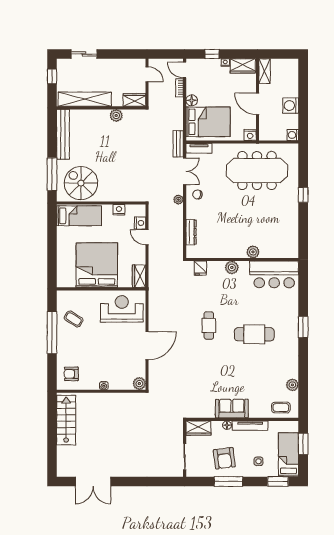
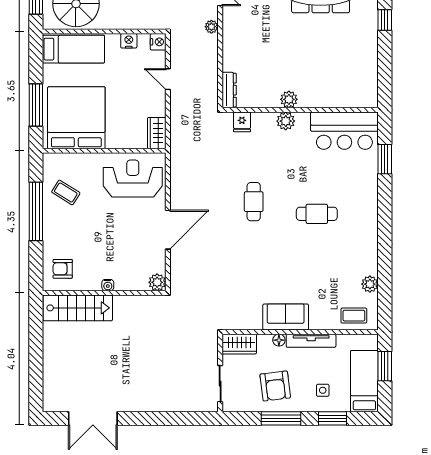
chair: (197, 194) -> (238, 20), removed
nightstand: (140, 223) -> (158, 42), moved
dresser: (191, 232) -> (229, 90), moved
plant: (253, 252) -> (289, 99), moved
window: (52, 256) -> (36, 105), added
bed: (97, 265) -> (76, 118), moved
window: (303, 327) -> (385, 159), moved
cafe table: (254, 334) -> (317, 214), width x0.73, depth x0.74
stairs: (66, 420) -> (78, 308), moved, turned 90
window: (278, 481) -> (332, 418), moved

